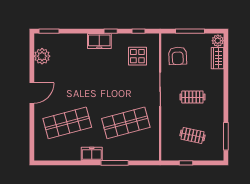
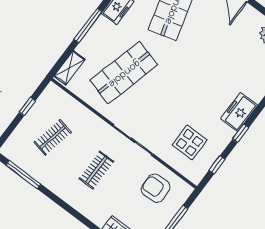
shop shelf: (126, 123) -> (124, 73), turned 30
shelving: (146, 155) -> (69, 68), added

